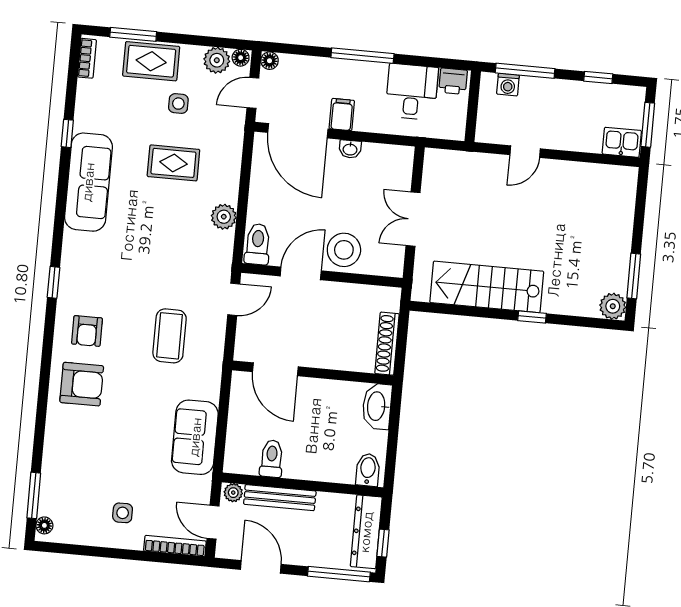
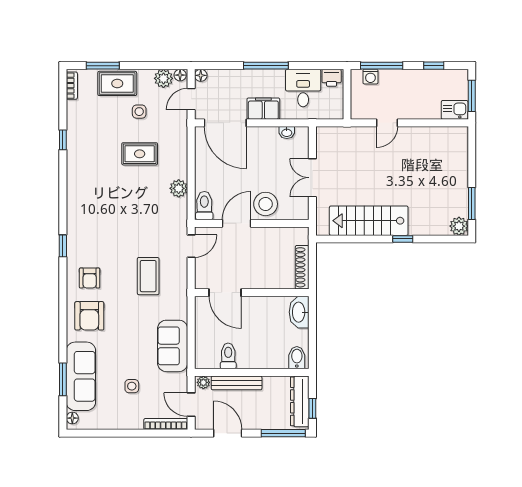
filing cabinet: (342, 115) -> (263, 109), width x2.00
washbasin: (350, 149) -> (287, 132), moved
sofa: (88, 182) -> (81, 376), moved
armchair: (82, 384) -> (89, 316), turned 90
window: (34, 495) -> (63, 379), moved
side table: (123, 513) -> (132, 386), moved

